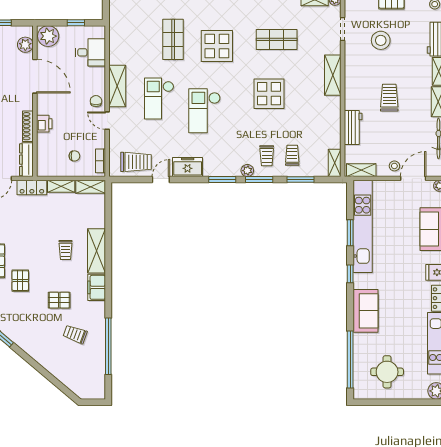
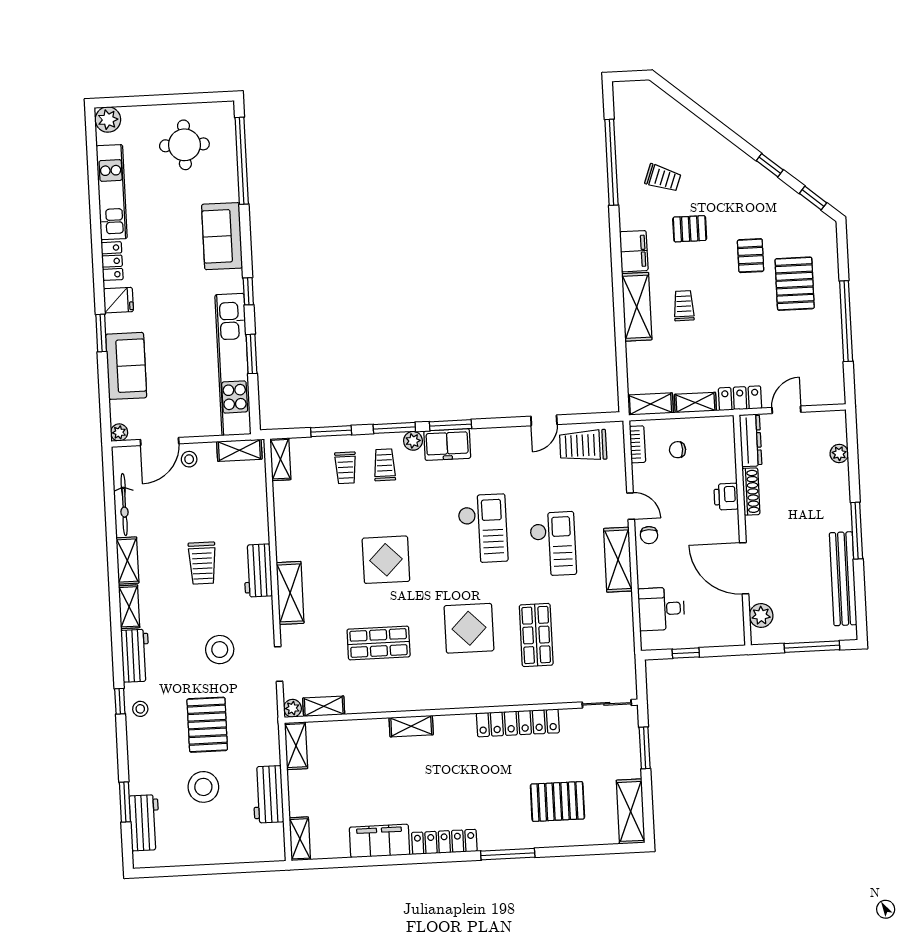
plant: (48, 36) -> (727, 630), removed
workbench: (353, 127) -> (258, 571), moved
freezer: (188, 167) -> (447, 445), moved

